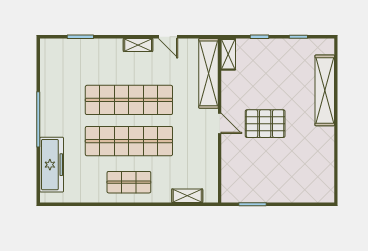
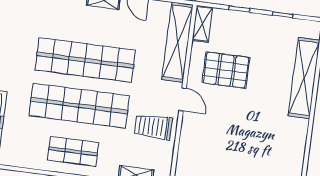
pallet: (265, 124) -> (226, 70), moved
trolley: (197, 151) -> (153, 127), added

